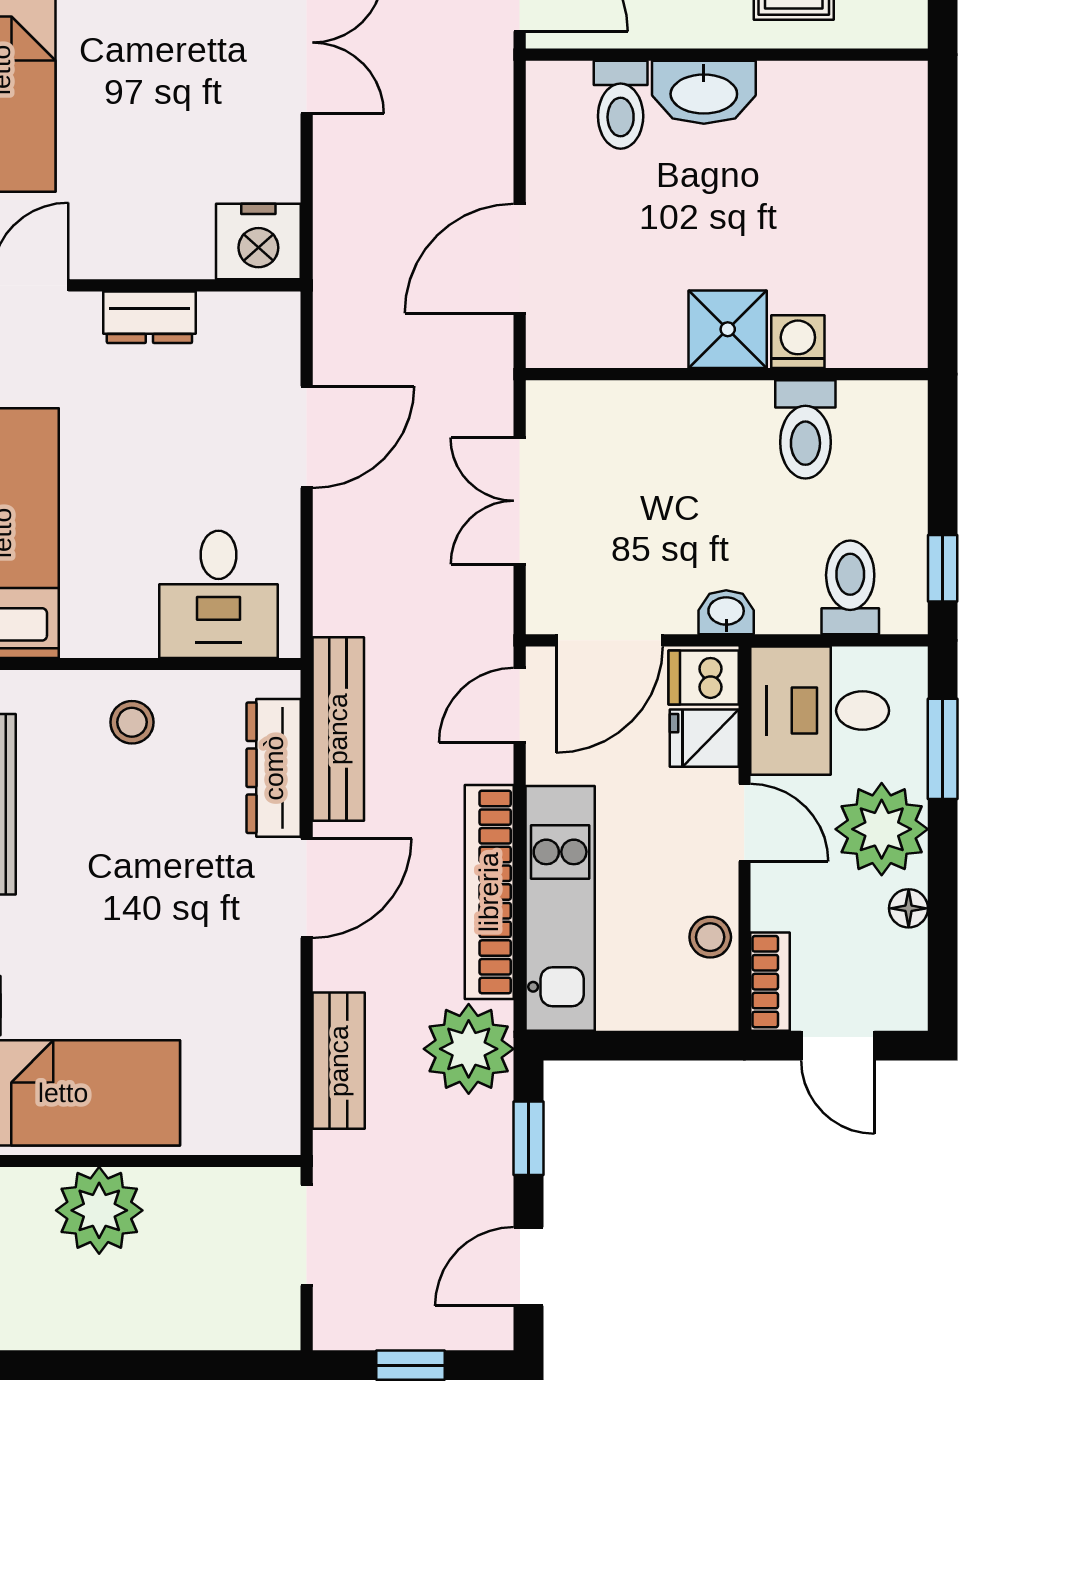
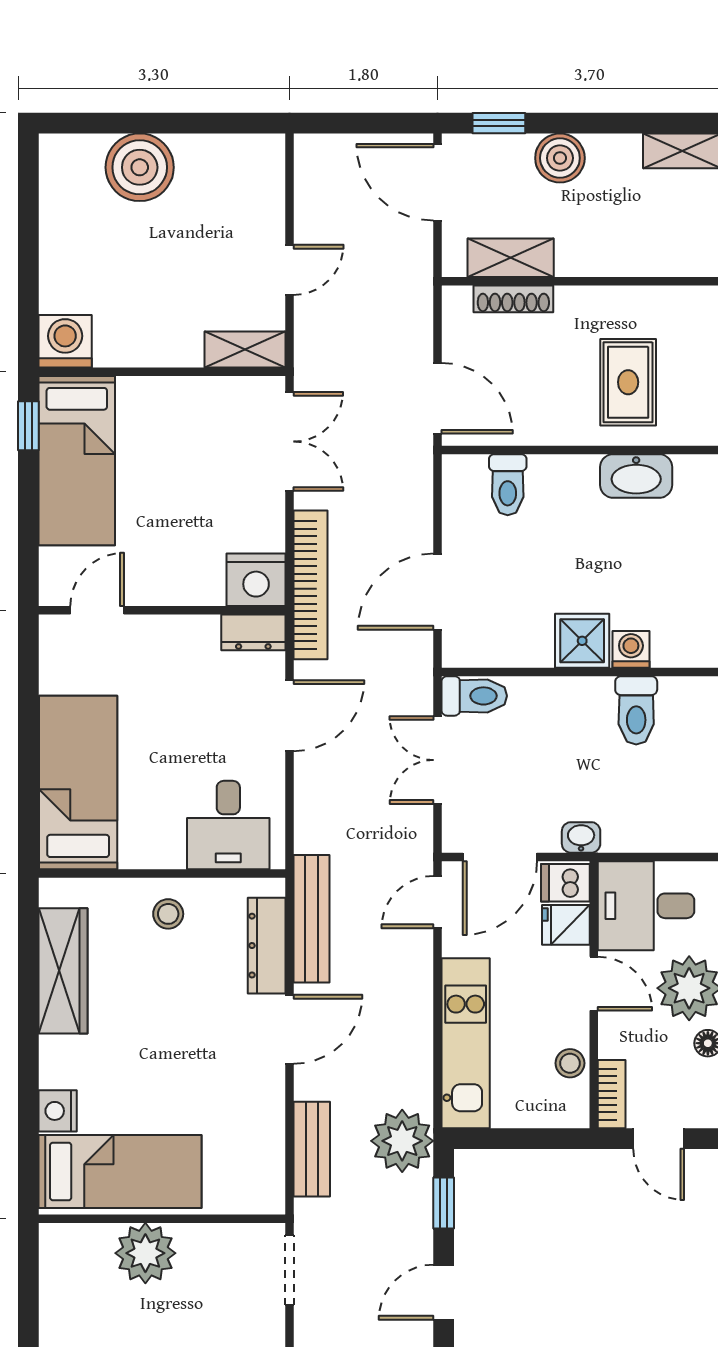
washbasin: (704, 92) -> (636, 476), moved
dresser: (149, 317) -> (253, 632), moved
toilet: (850, 587) -> (474, 696), moved, turned 90
bookcase: (489, 892) -> (311, 585), moved, turned 180

